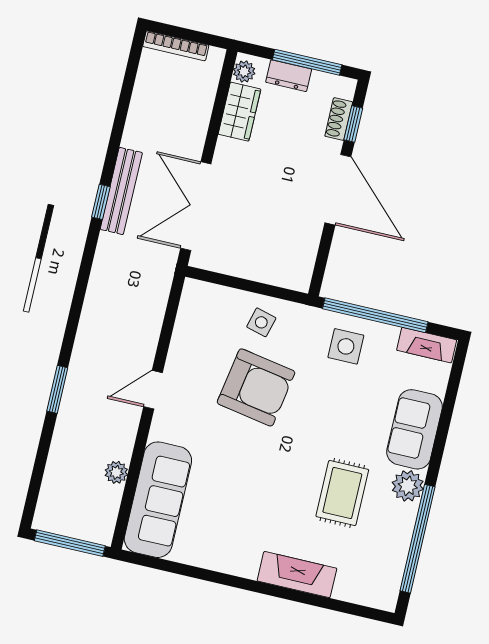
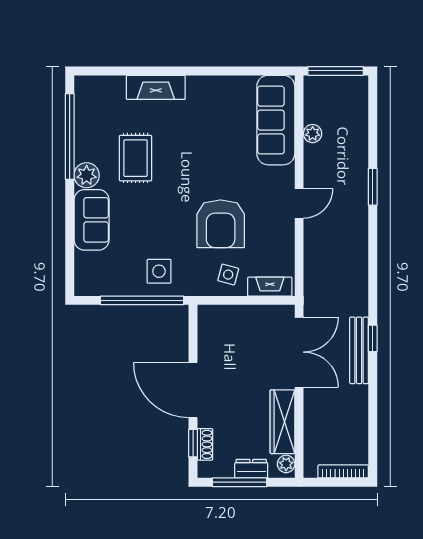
wardrobe: (239, 112) -> (282, 422), width x1.50
fireplace: (427, 345) -> (270, 287), moved
armchair: (256, 387) -> (221, 224), turned -100

